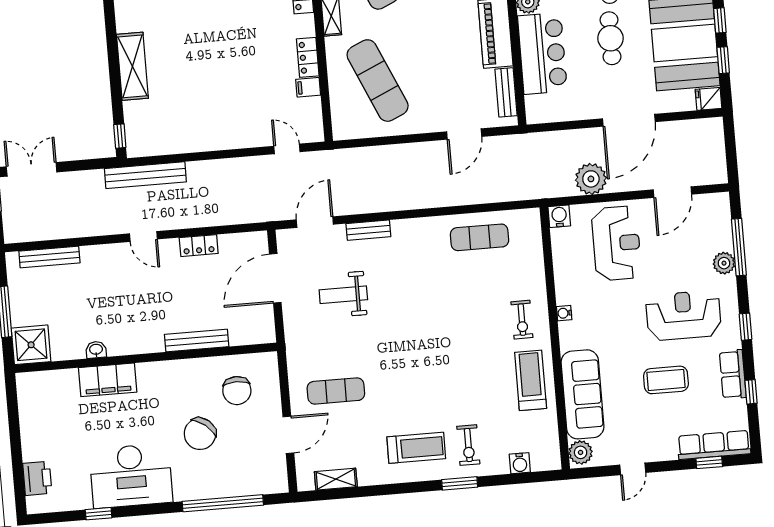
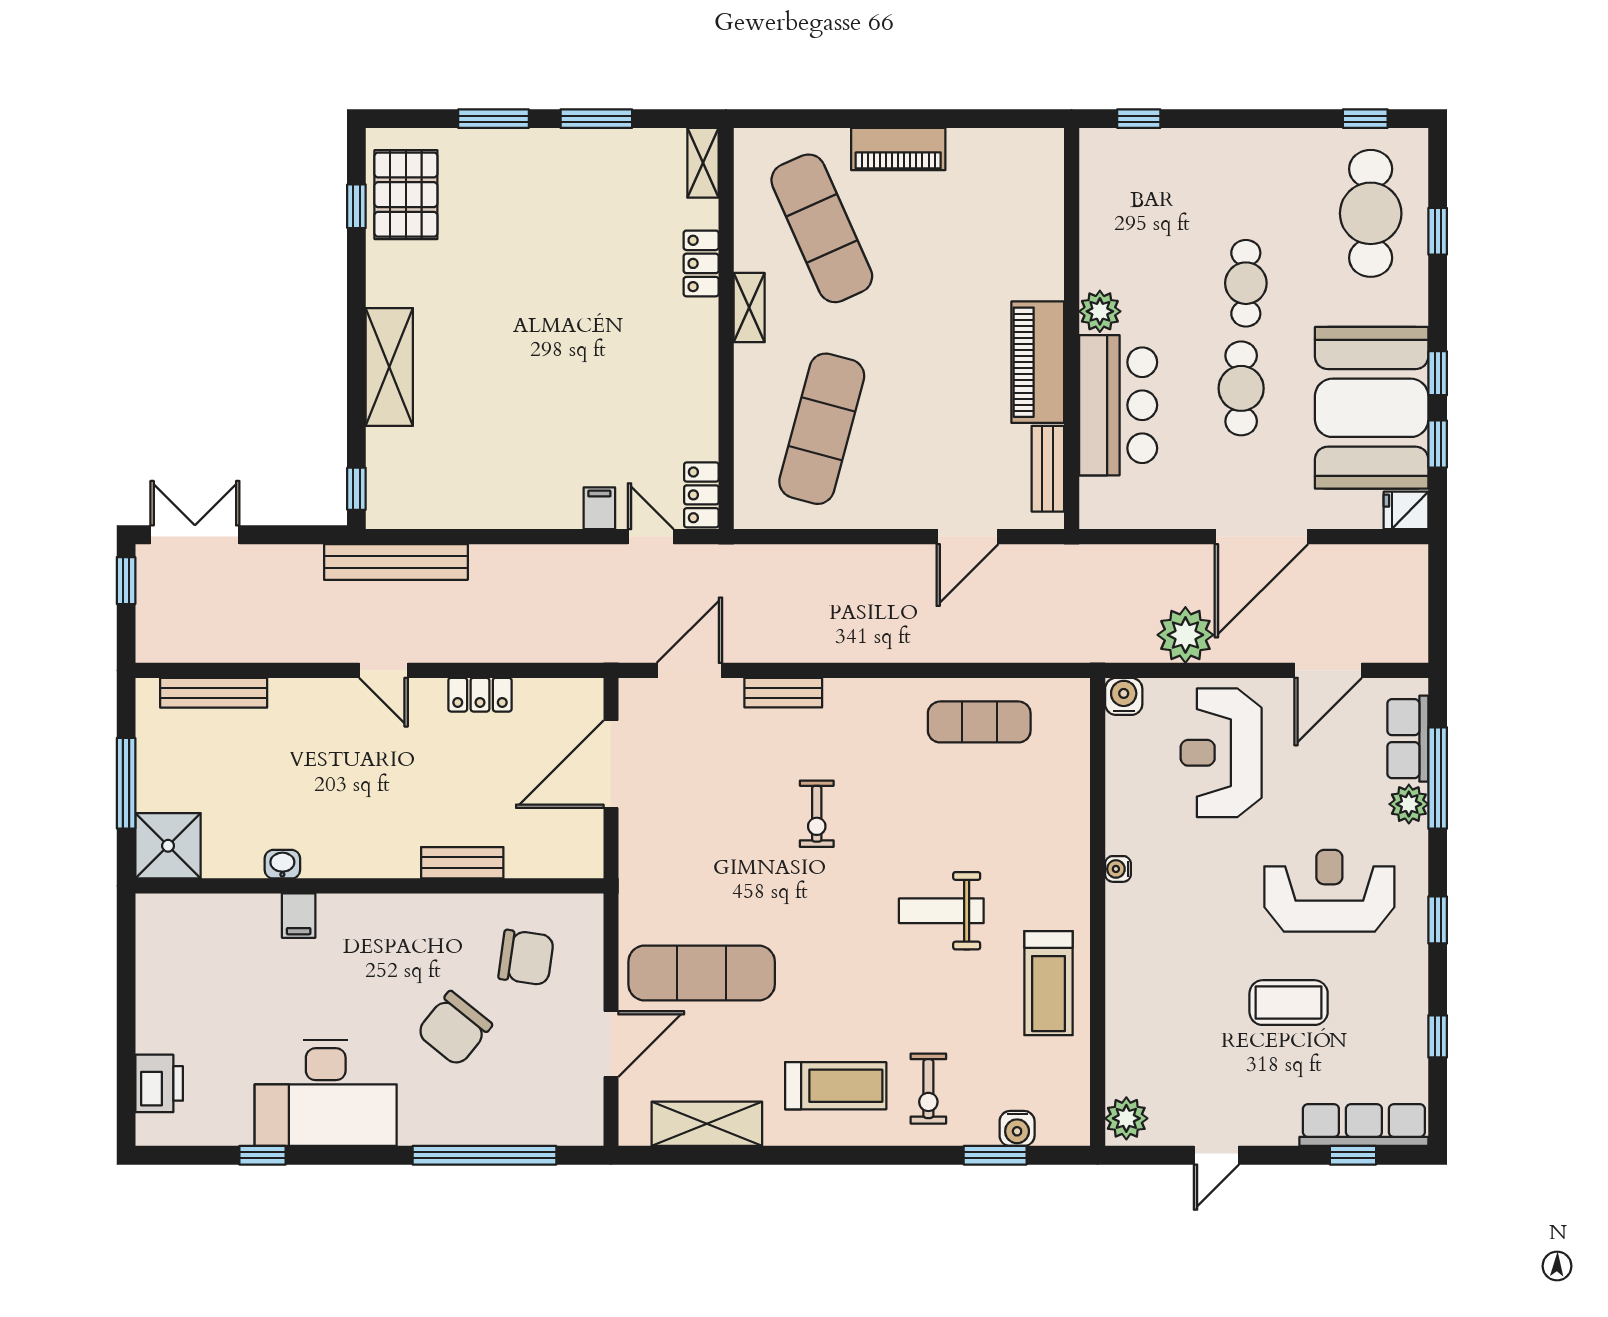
locker: (308, 57) -> (701, 495), moved
exercise mat: (378, 81) -> (822, 429), turned 39
filing cabinet: (308, 87) -> (599, 508), moved, turned 90
reception desk: (616, 243) -> (1221, 753), turned 180
weight bench: (343, 295) -> (941, 911), moved
exercise bike: (522, 320) -> (817, 814), moved
bench: (197, 340) -> (462, 863), width x0.73
row of seats: (733, 374) -> (1408, 739), moved
filing cabinet: (108, 380) -> (299, 916), width x0.33, depth x0.86
treadmill: (531, 380) -> (1049, 983), turned 180
chair: (237, 391) -> (526, 958), turned -82
exercise mat: (336, 391) -> (702, 973), width x1.36, depth x1.45
sofa: (582, 394) -> (1138, 1016), removed
shelving: (336, 479) -> (707, 1124), width x1.50, depth x1.33
window: (460, 483) -> (995, 1155), moved

